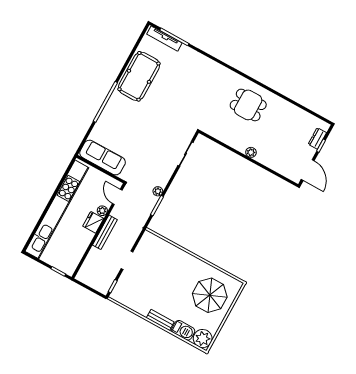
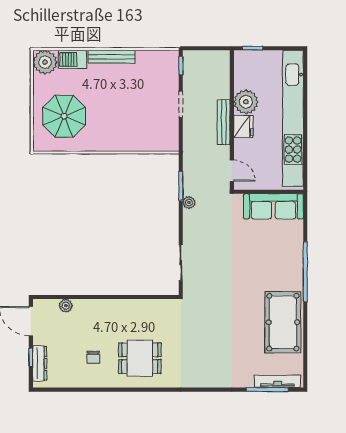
chair: (279, 123) -> (93, 357), added
dresser: (317, 138) -> (40, 363), width x1.44
plant: (251, 152) -> (66, 306), moved
plant: (102, 211) -> (246, 102), moved, width x1.88, depth x1.88
bench: (160, 320) -> (112, 57), width x1.36

